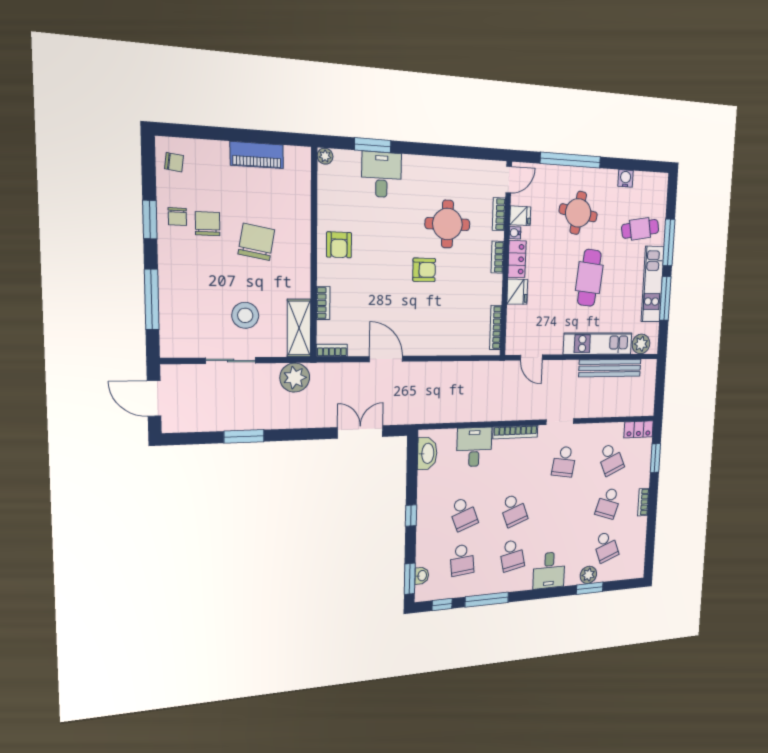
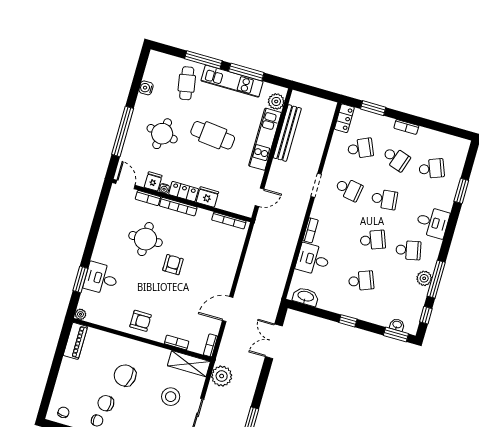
piano: (257, 155) -> (75, 341), moved
bookcase: (497, 257) -> (178, 207), width x1.56
bookcase: (515, 432) -> (310, 230), width x0.64
school desk: (462, 560) -> (384, 199), moved
plant: (588, 575) -> (424, 278), moved

